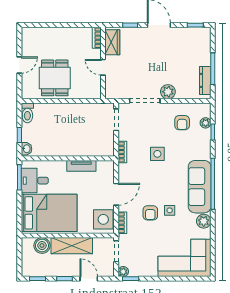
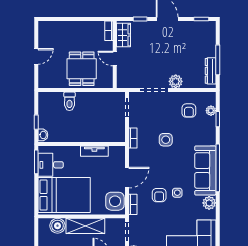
dining table: (55, 78) -> (82, 69), moved
toilet: (27, 113) -> (69, 101), moved

